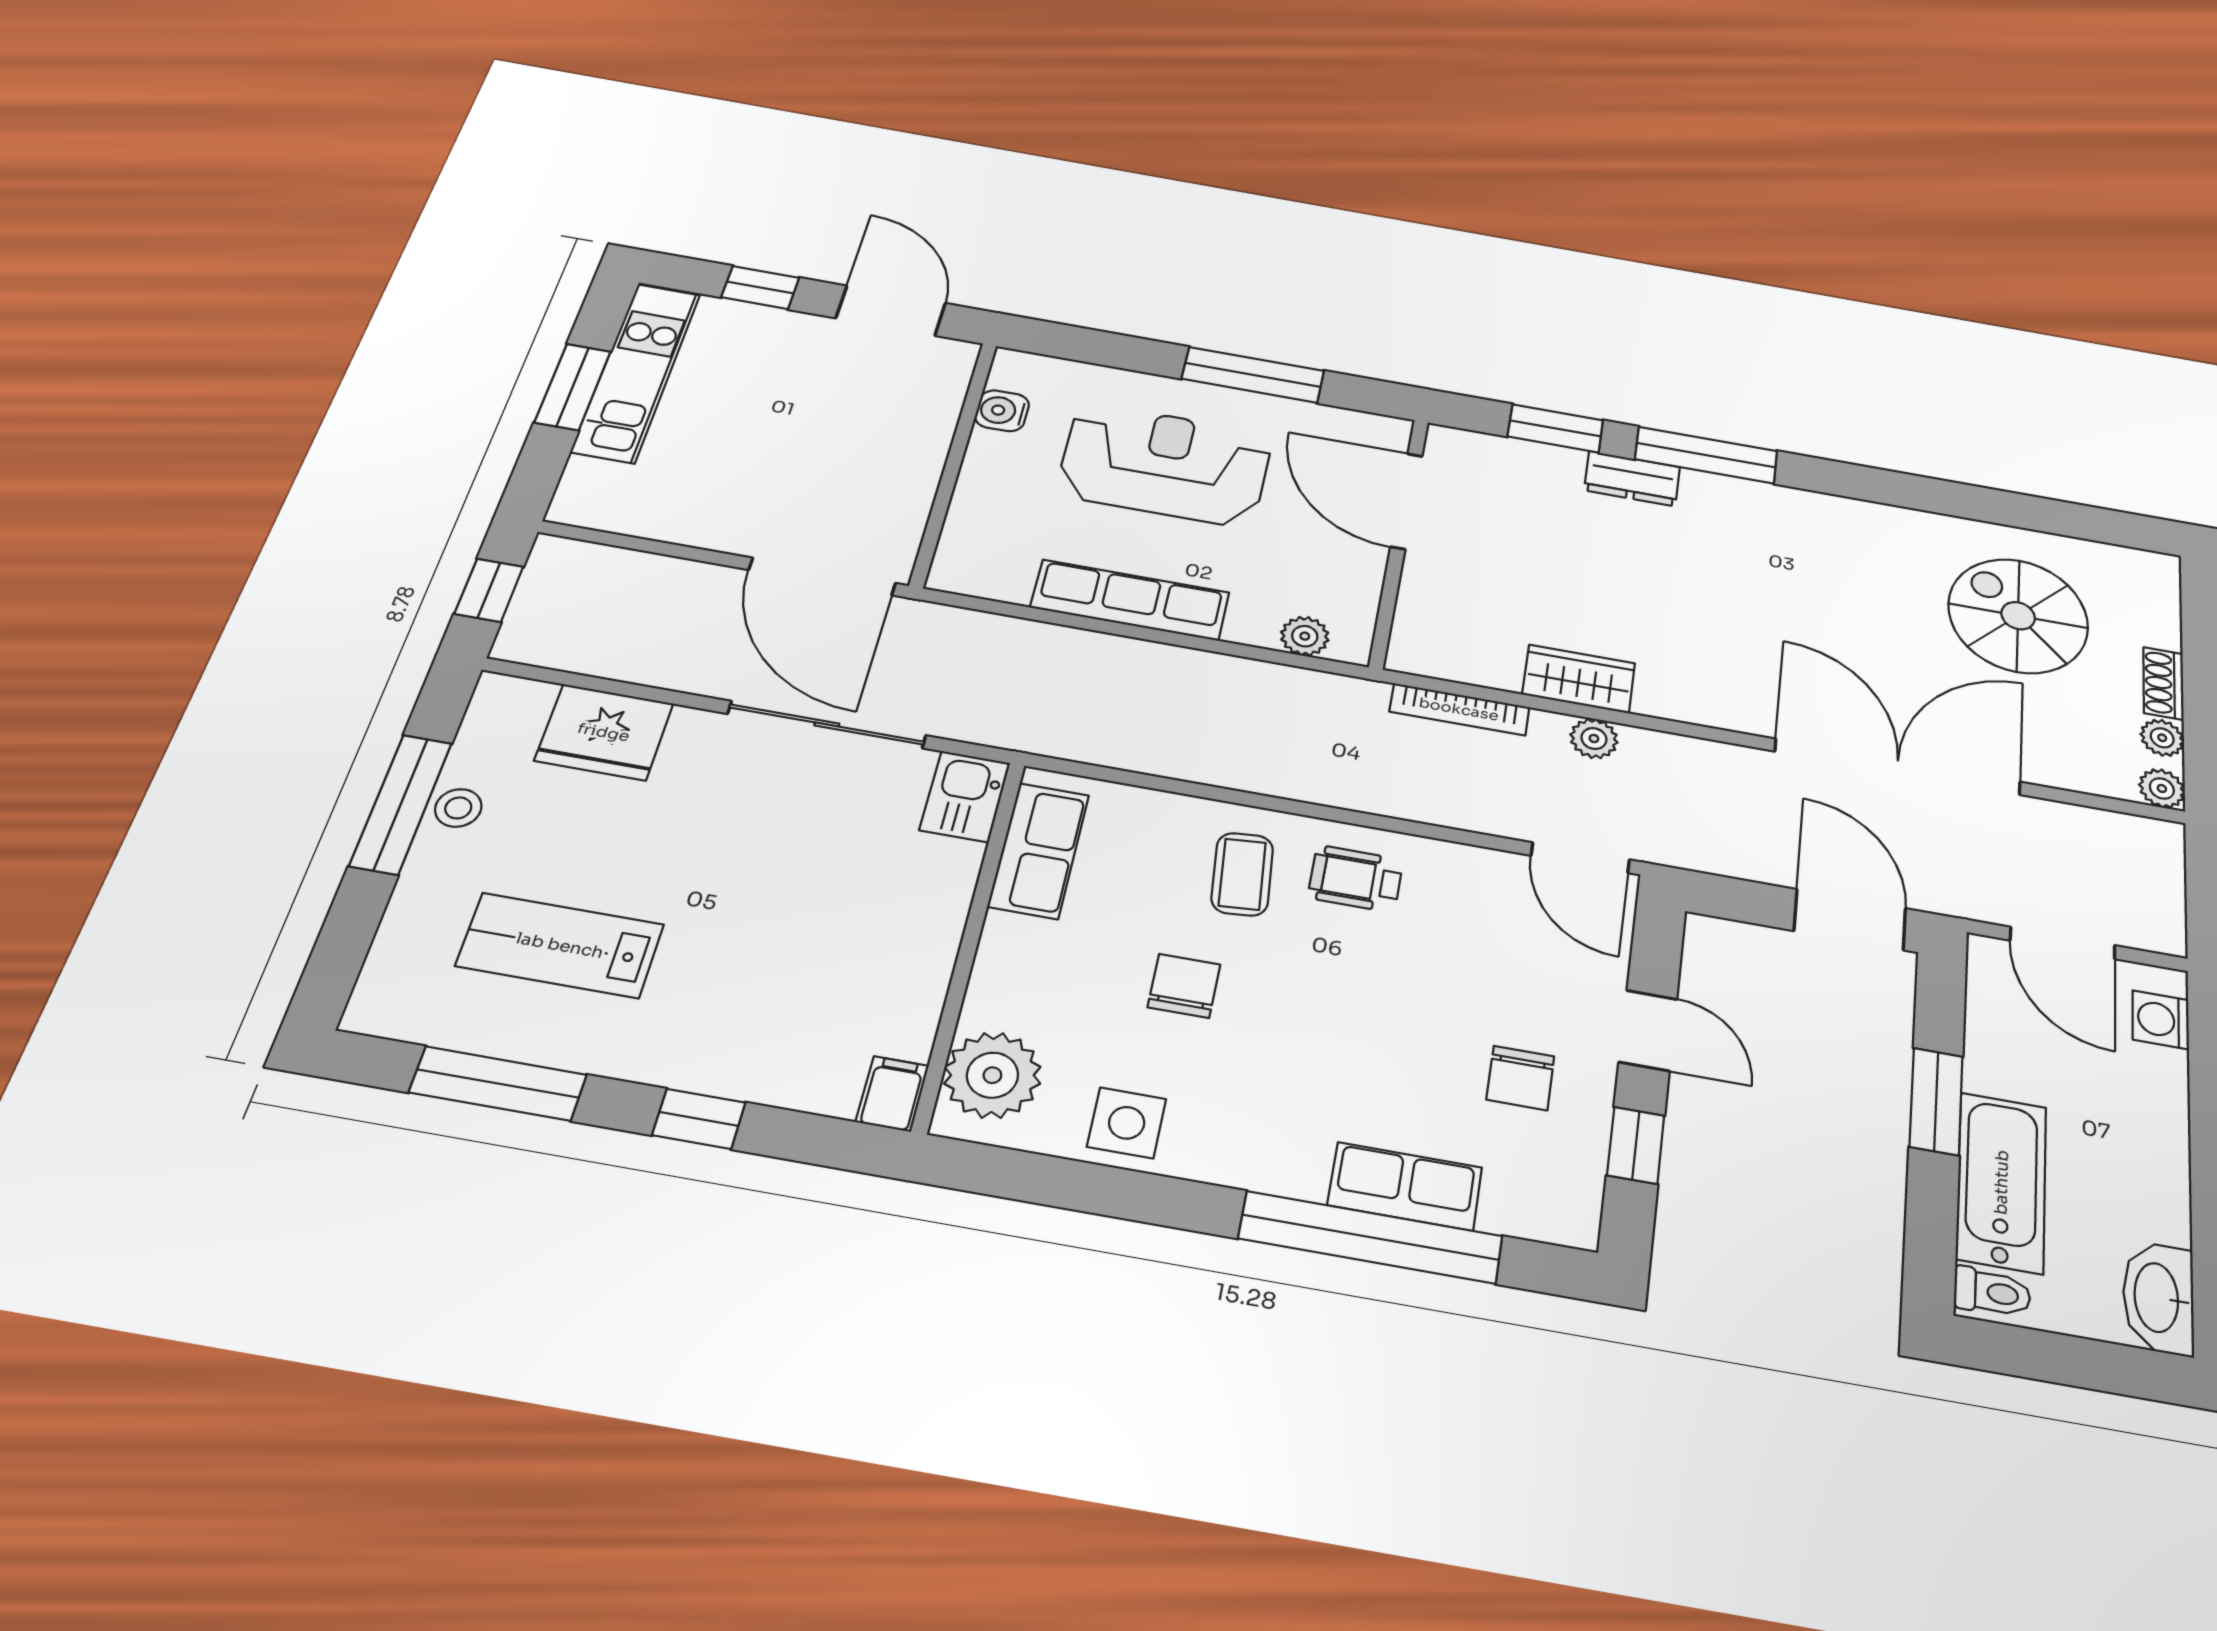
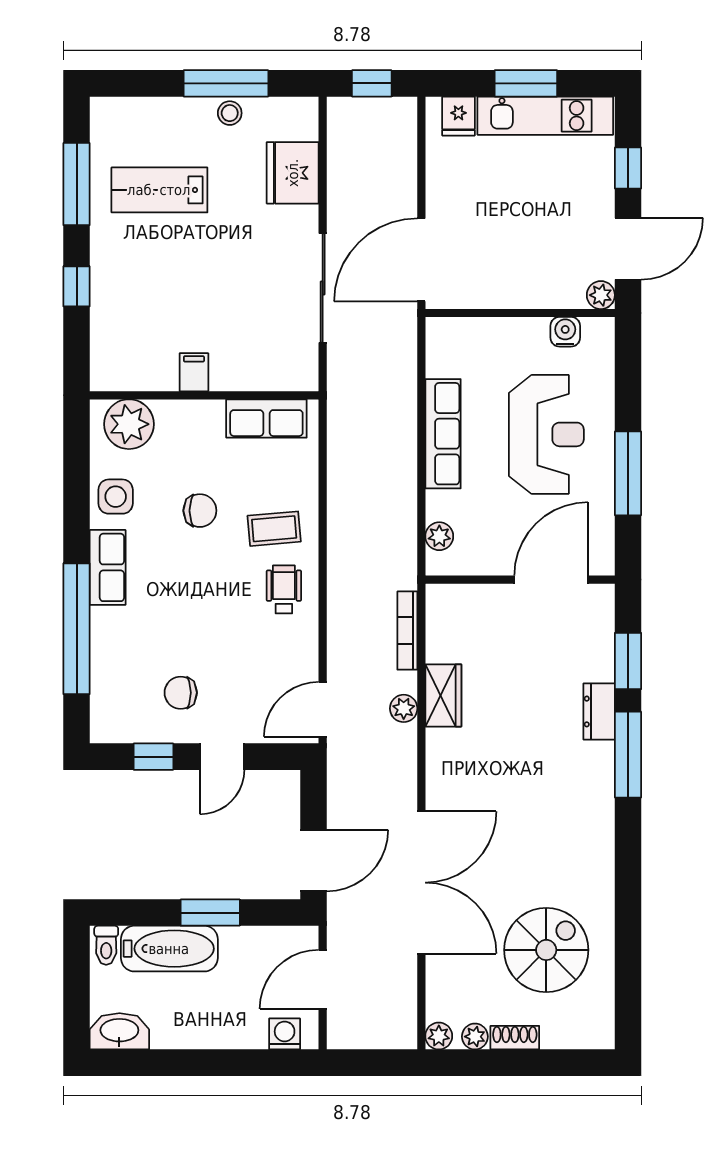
plant: (955, 356) -> (601, 295), added
fridge: (593, 483) -> (458, 116), added
kitchen sink: (965, 796) -> (292, 372), removed
lab bench: (560, 945) -> (159, 190), turned -90
filing cabinet: (892, 1094) -> (194, 372), moved, turned -90
row of seats: (1405, 1186) -> (108, 567), moved

